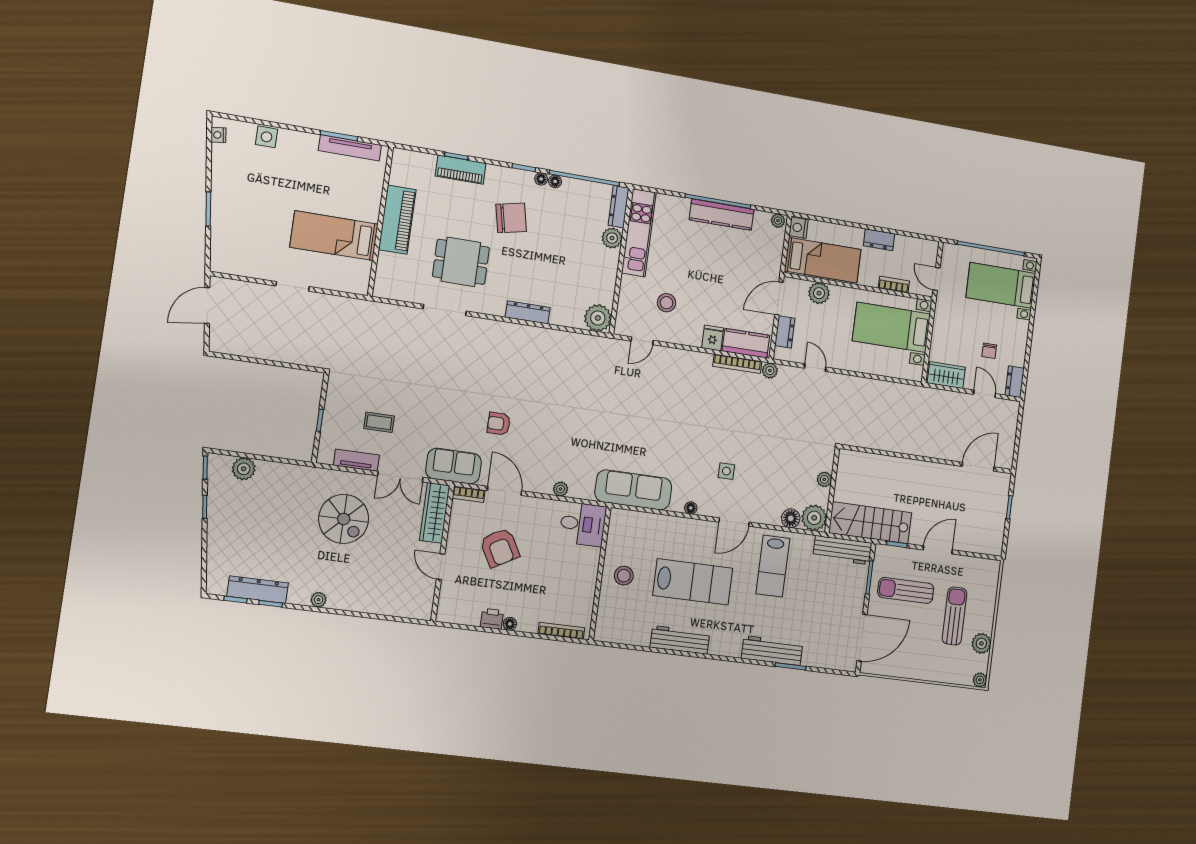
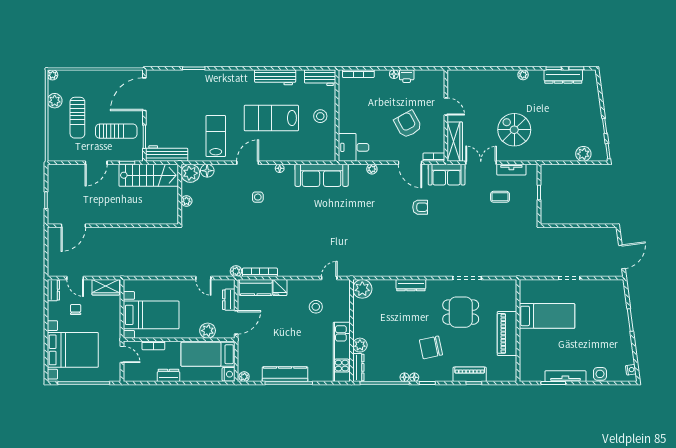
tv unit: (350, 148) -> (565, 376), moved
bed with nightstands: (1001, 285) -> (73, 350), width x1.36
workbench: (772, 651) -> (320, 78), moved, width x0.73

